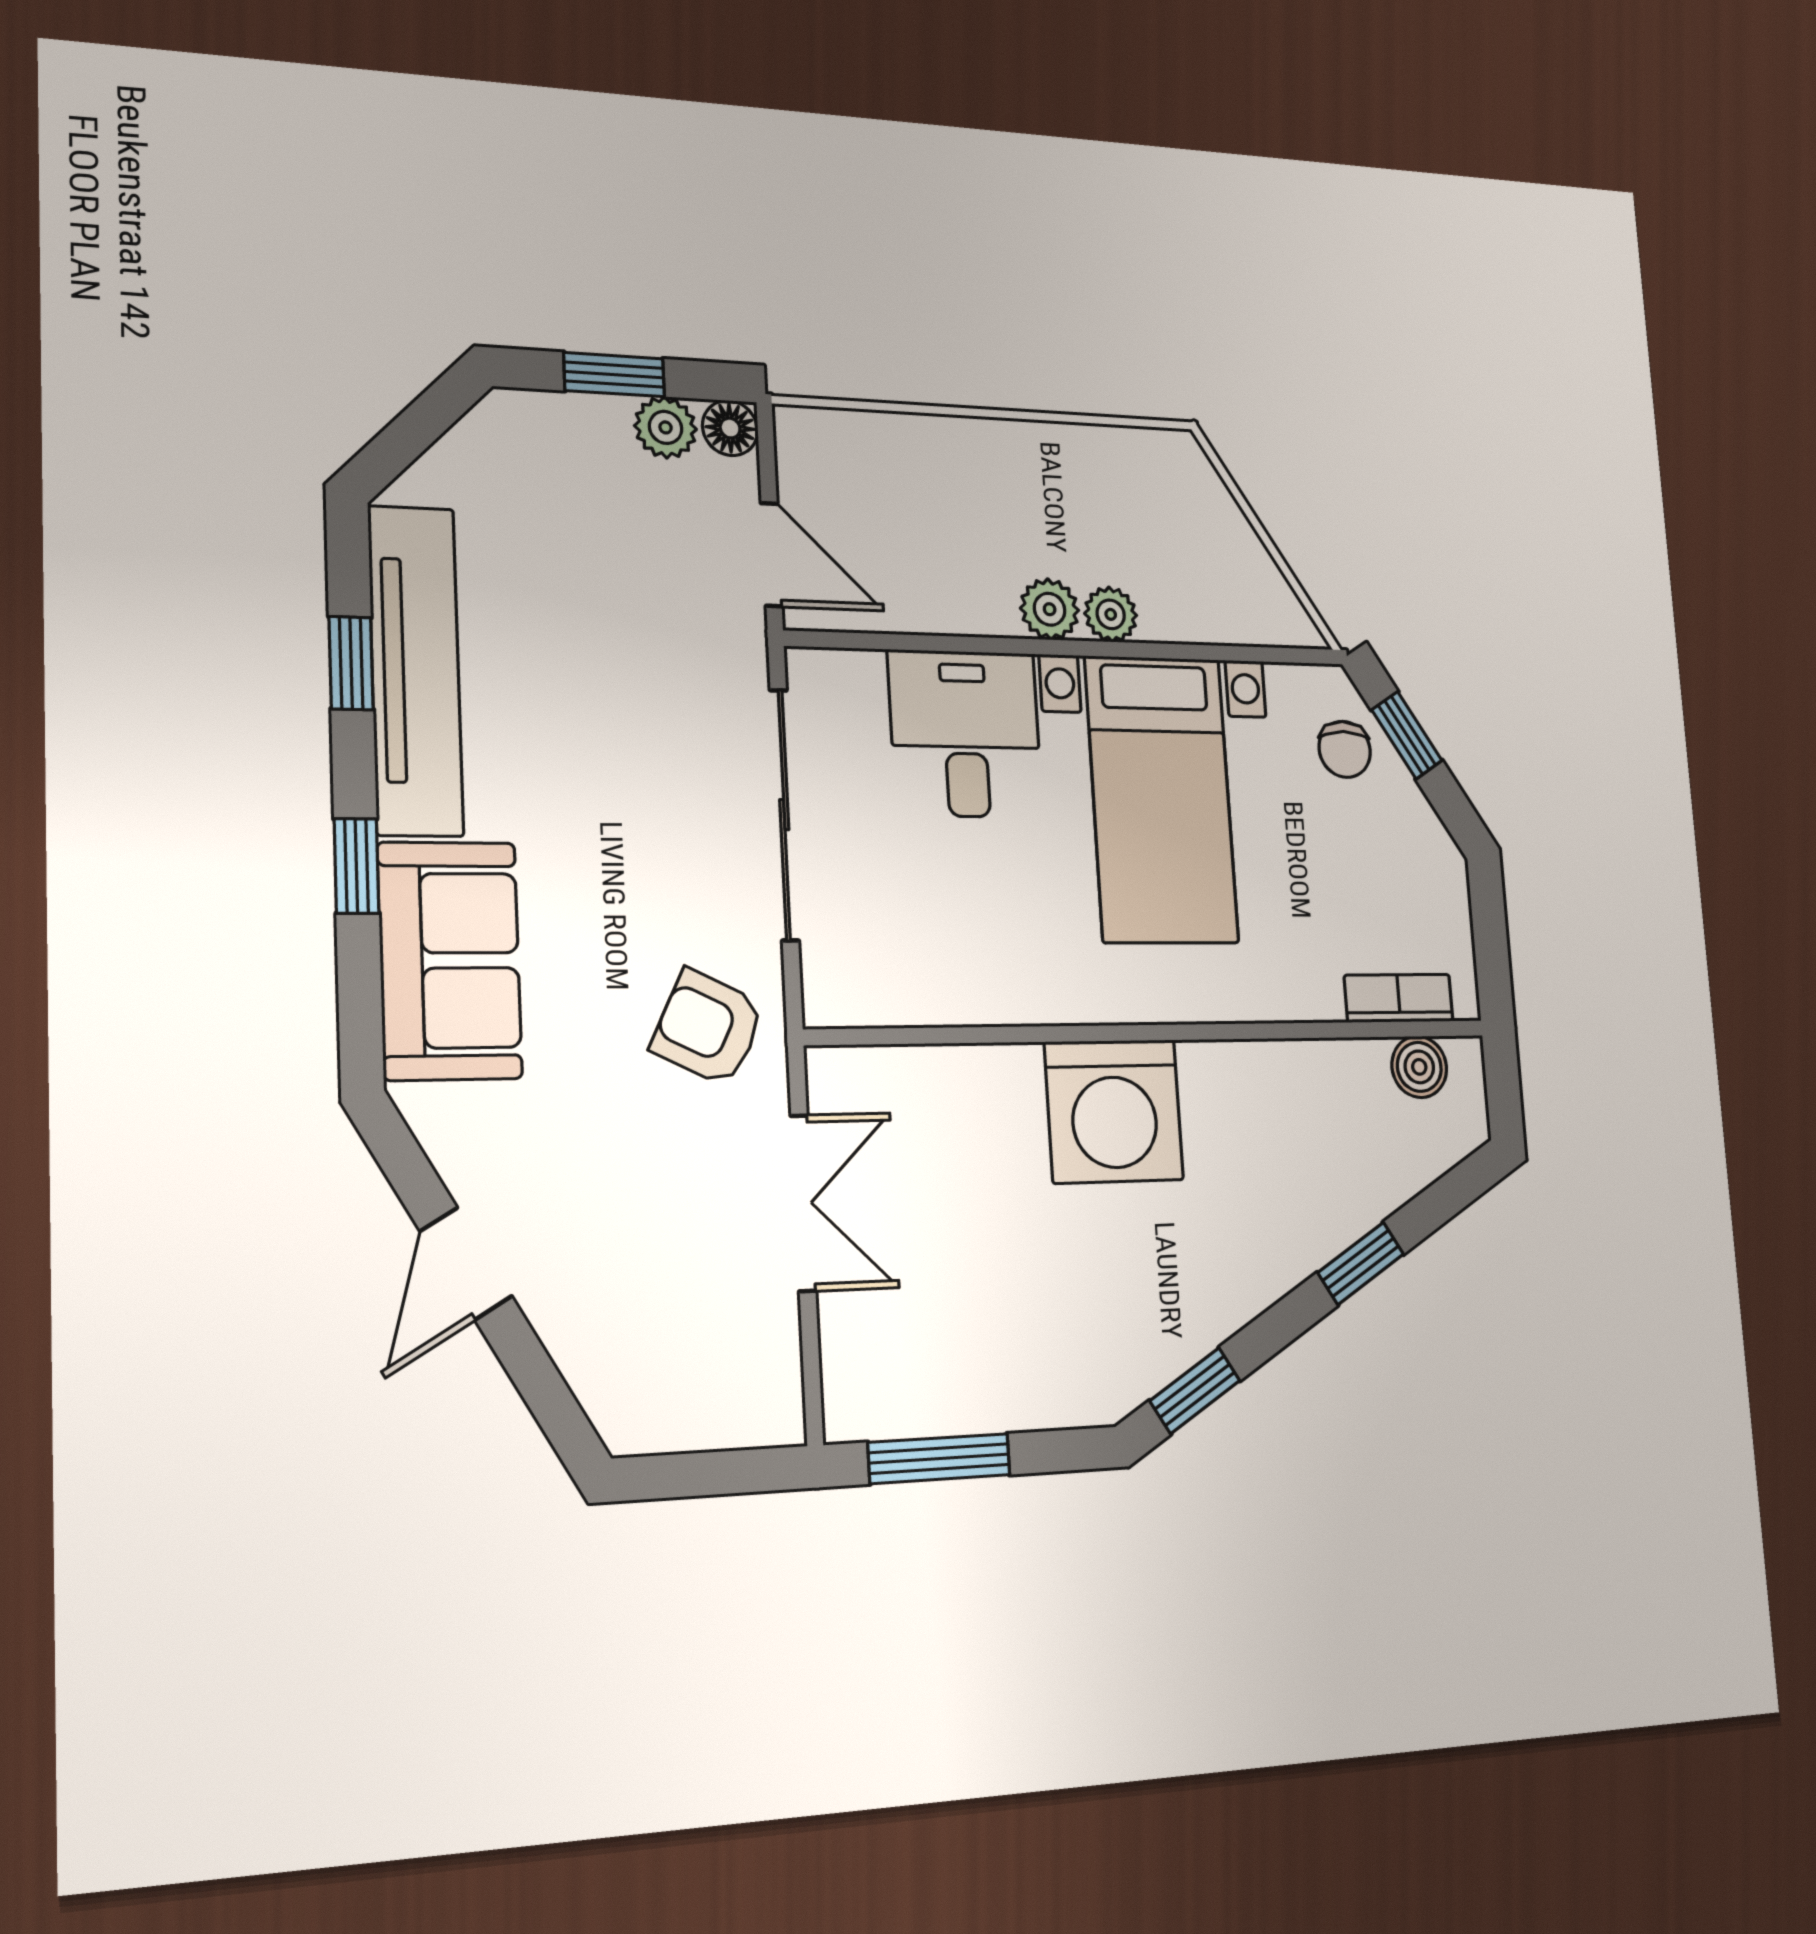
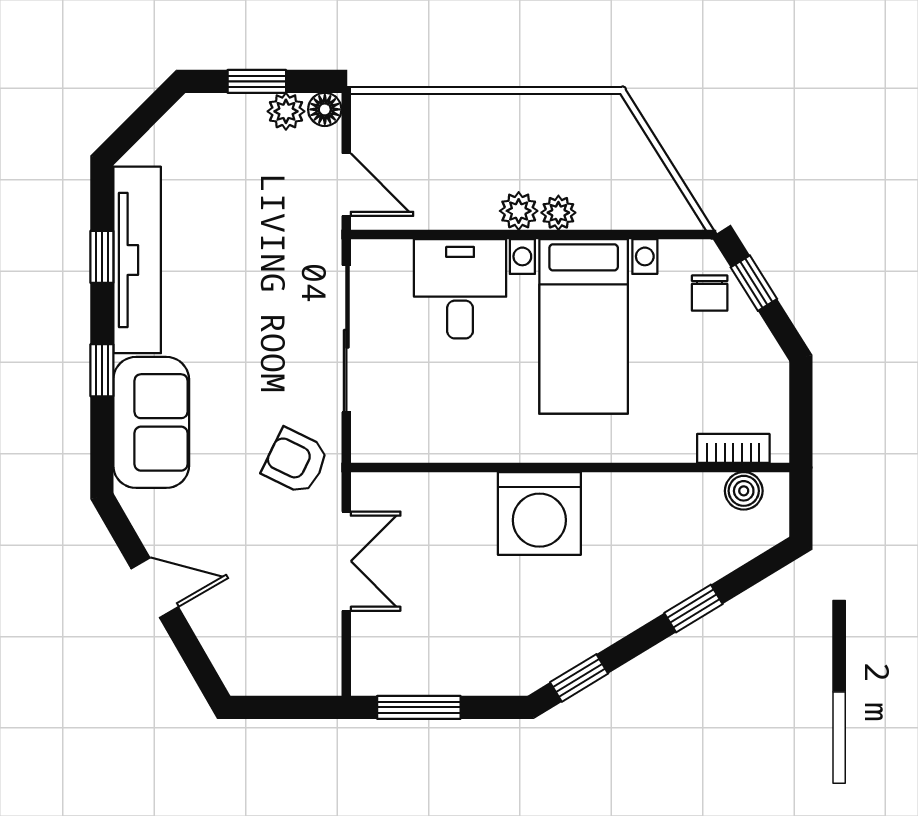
door: (466, 1264) -> (155, 588), swing flipped

